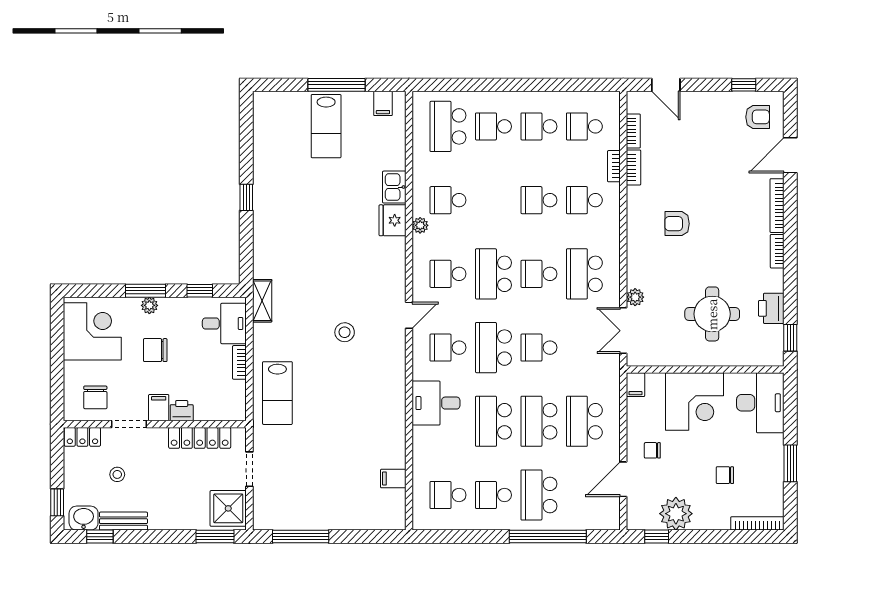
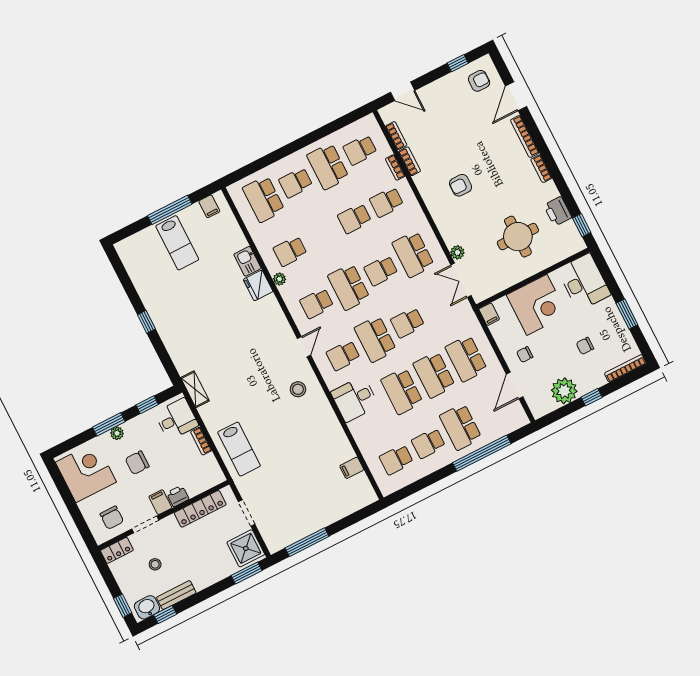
school desk: (539, 126) -> (328, 166), width x1.85
stool: (345, 332) -> (298, 389), moved
window: (657, 537) -> (592, 397), moved

